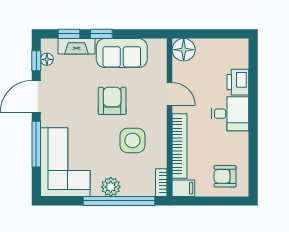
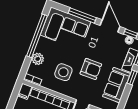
plant: (111, 187) -> (38, 59), moved
window: (119, 201) -> (37, 36), moved

